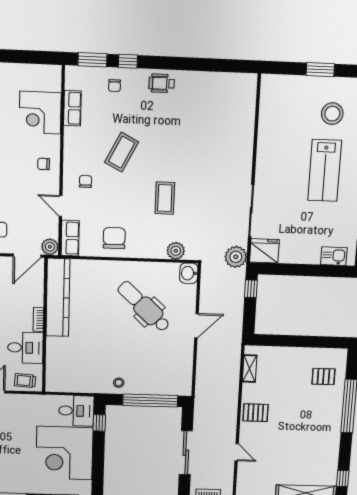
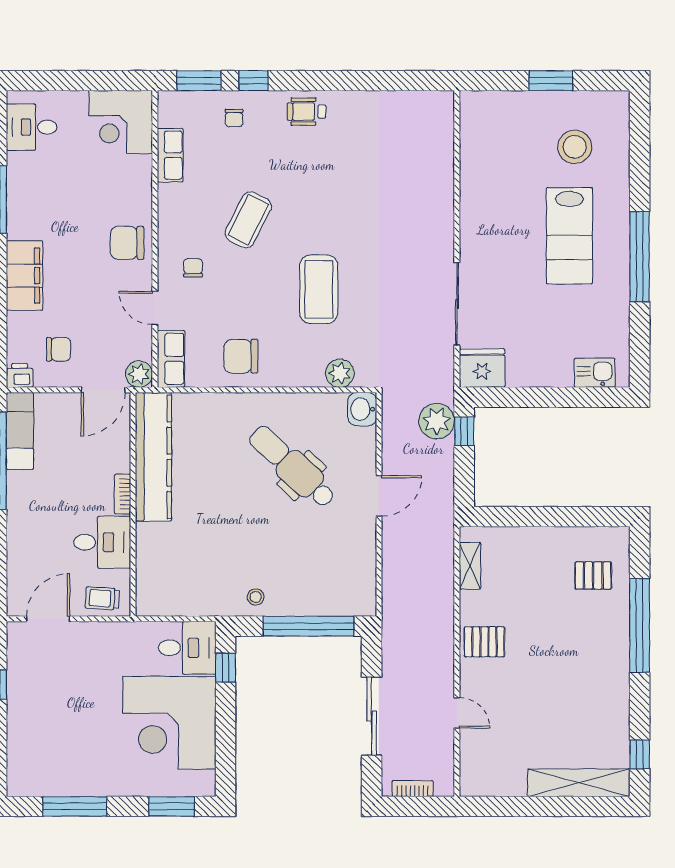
corner desk: (40, 113) -> (121, 122), moved
chair: (44, 164) -> (127, 243), width x1.87, depth x1.87
coffee table: (165, 198) -> (319, 289), width x1.36, depth x1.32
chair: (114, 238) -> (241, 356), turned -90
plant: (236, 257) -> (437, 421), moved

